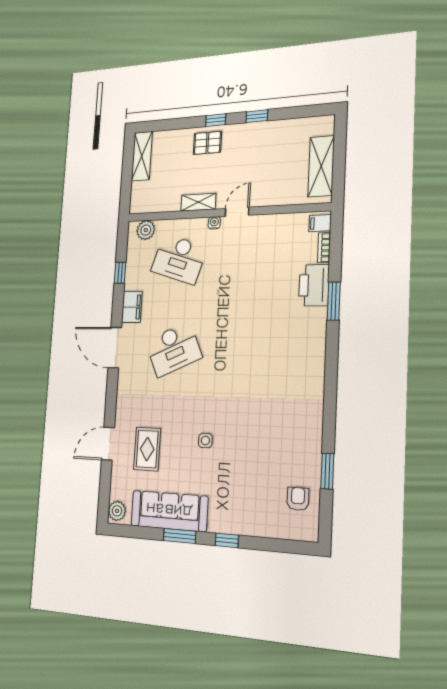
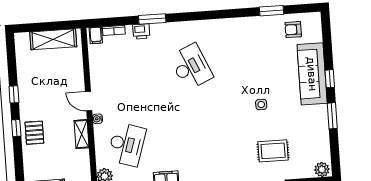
printer: (314, 285) -> (141, 31), width x0.53, depth x0.68
desk: (173, 349) -> (191, 67), moved
sofa: (169, 511) -> (312, 74), moved

